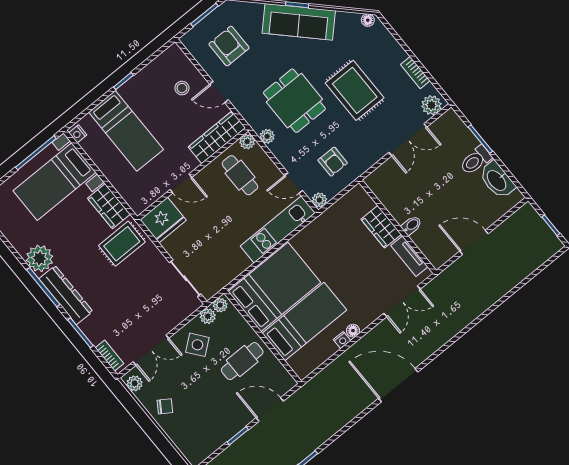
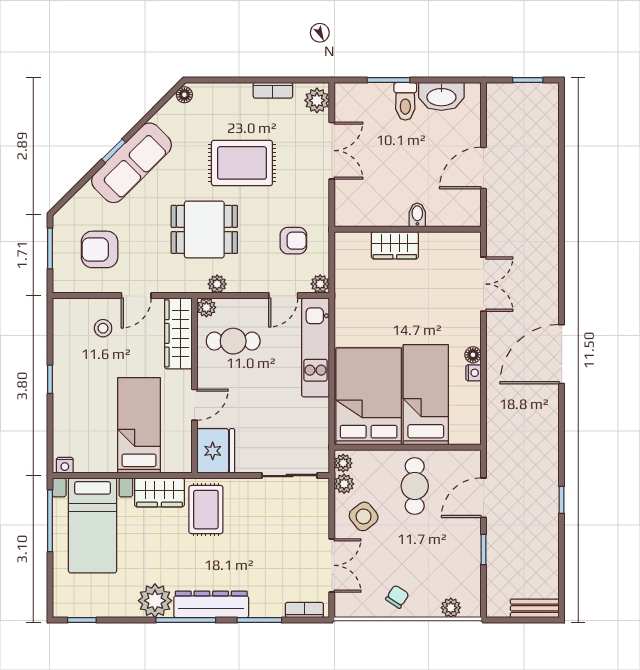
bed: (126, 131) -> (139, 425), moved, turned -90
tv unit: (409, 256) -> (445, 241), removed
plant: (135, 383) -> (451, 608), moved

